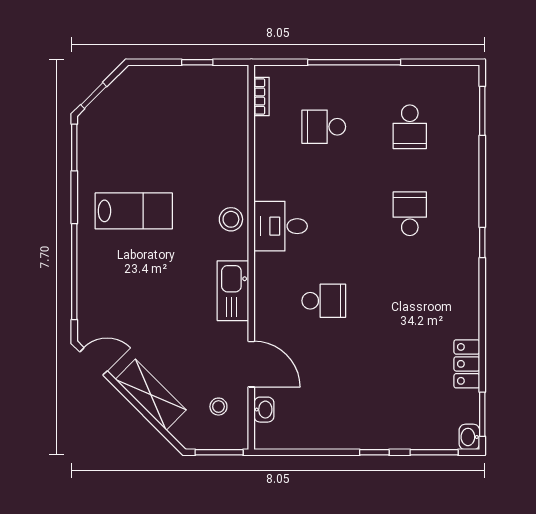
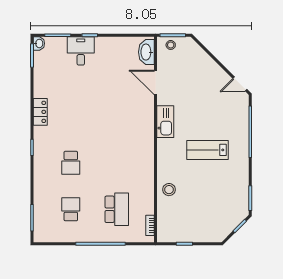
school desk: (324, 127) -> (117, 209), width x1.85
lab bench: (134, 211) -> (208, 150), moved
stool: (231, 219) -> (169, 190), moved
desk: (281, 226) -> (81, 51), moved, turned -90
school desk: (324, 301) -> (117, 116), removed
locker: (467, 364) -> (40, 112), moved
shelving: (151, 395) -> (209, 66), removed
stool: (218, 407) -> (171, 45), moved
washbasin: (264, 410) -> (146, 52), width x1.91, depth x1.45

